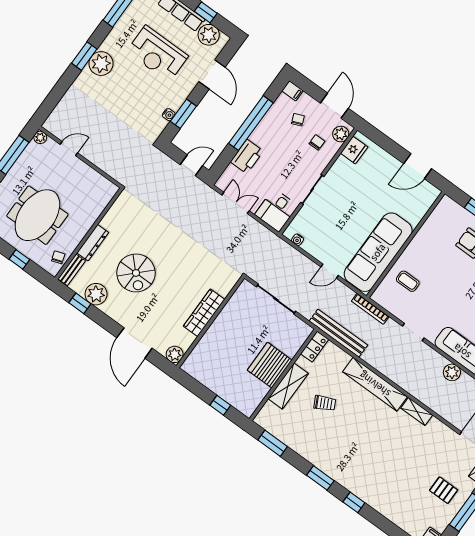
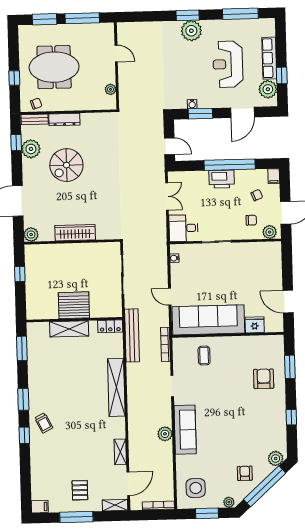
plant: (40, 137) -> (110, 89), moved
fridge: (354, 150) -> (255, 325), moved, turned 180
printer: (247, 156) -> (222, 179), moved
trolley: (325, 403) -> (44, 423), moved
window: (220, 405) -> (20, 274), moved
shelving: (417, 412) -> (120, 452), moved

